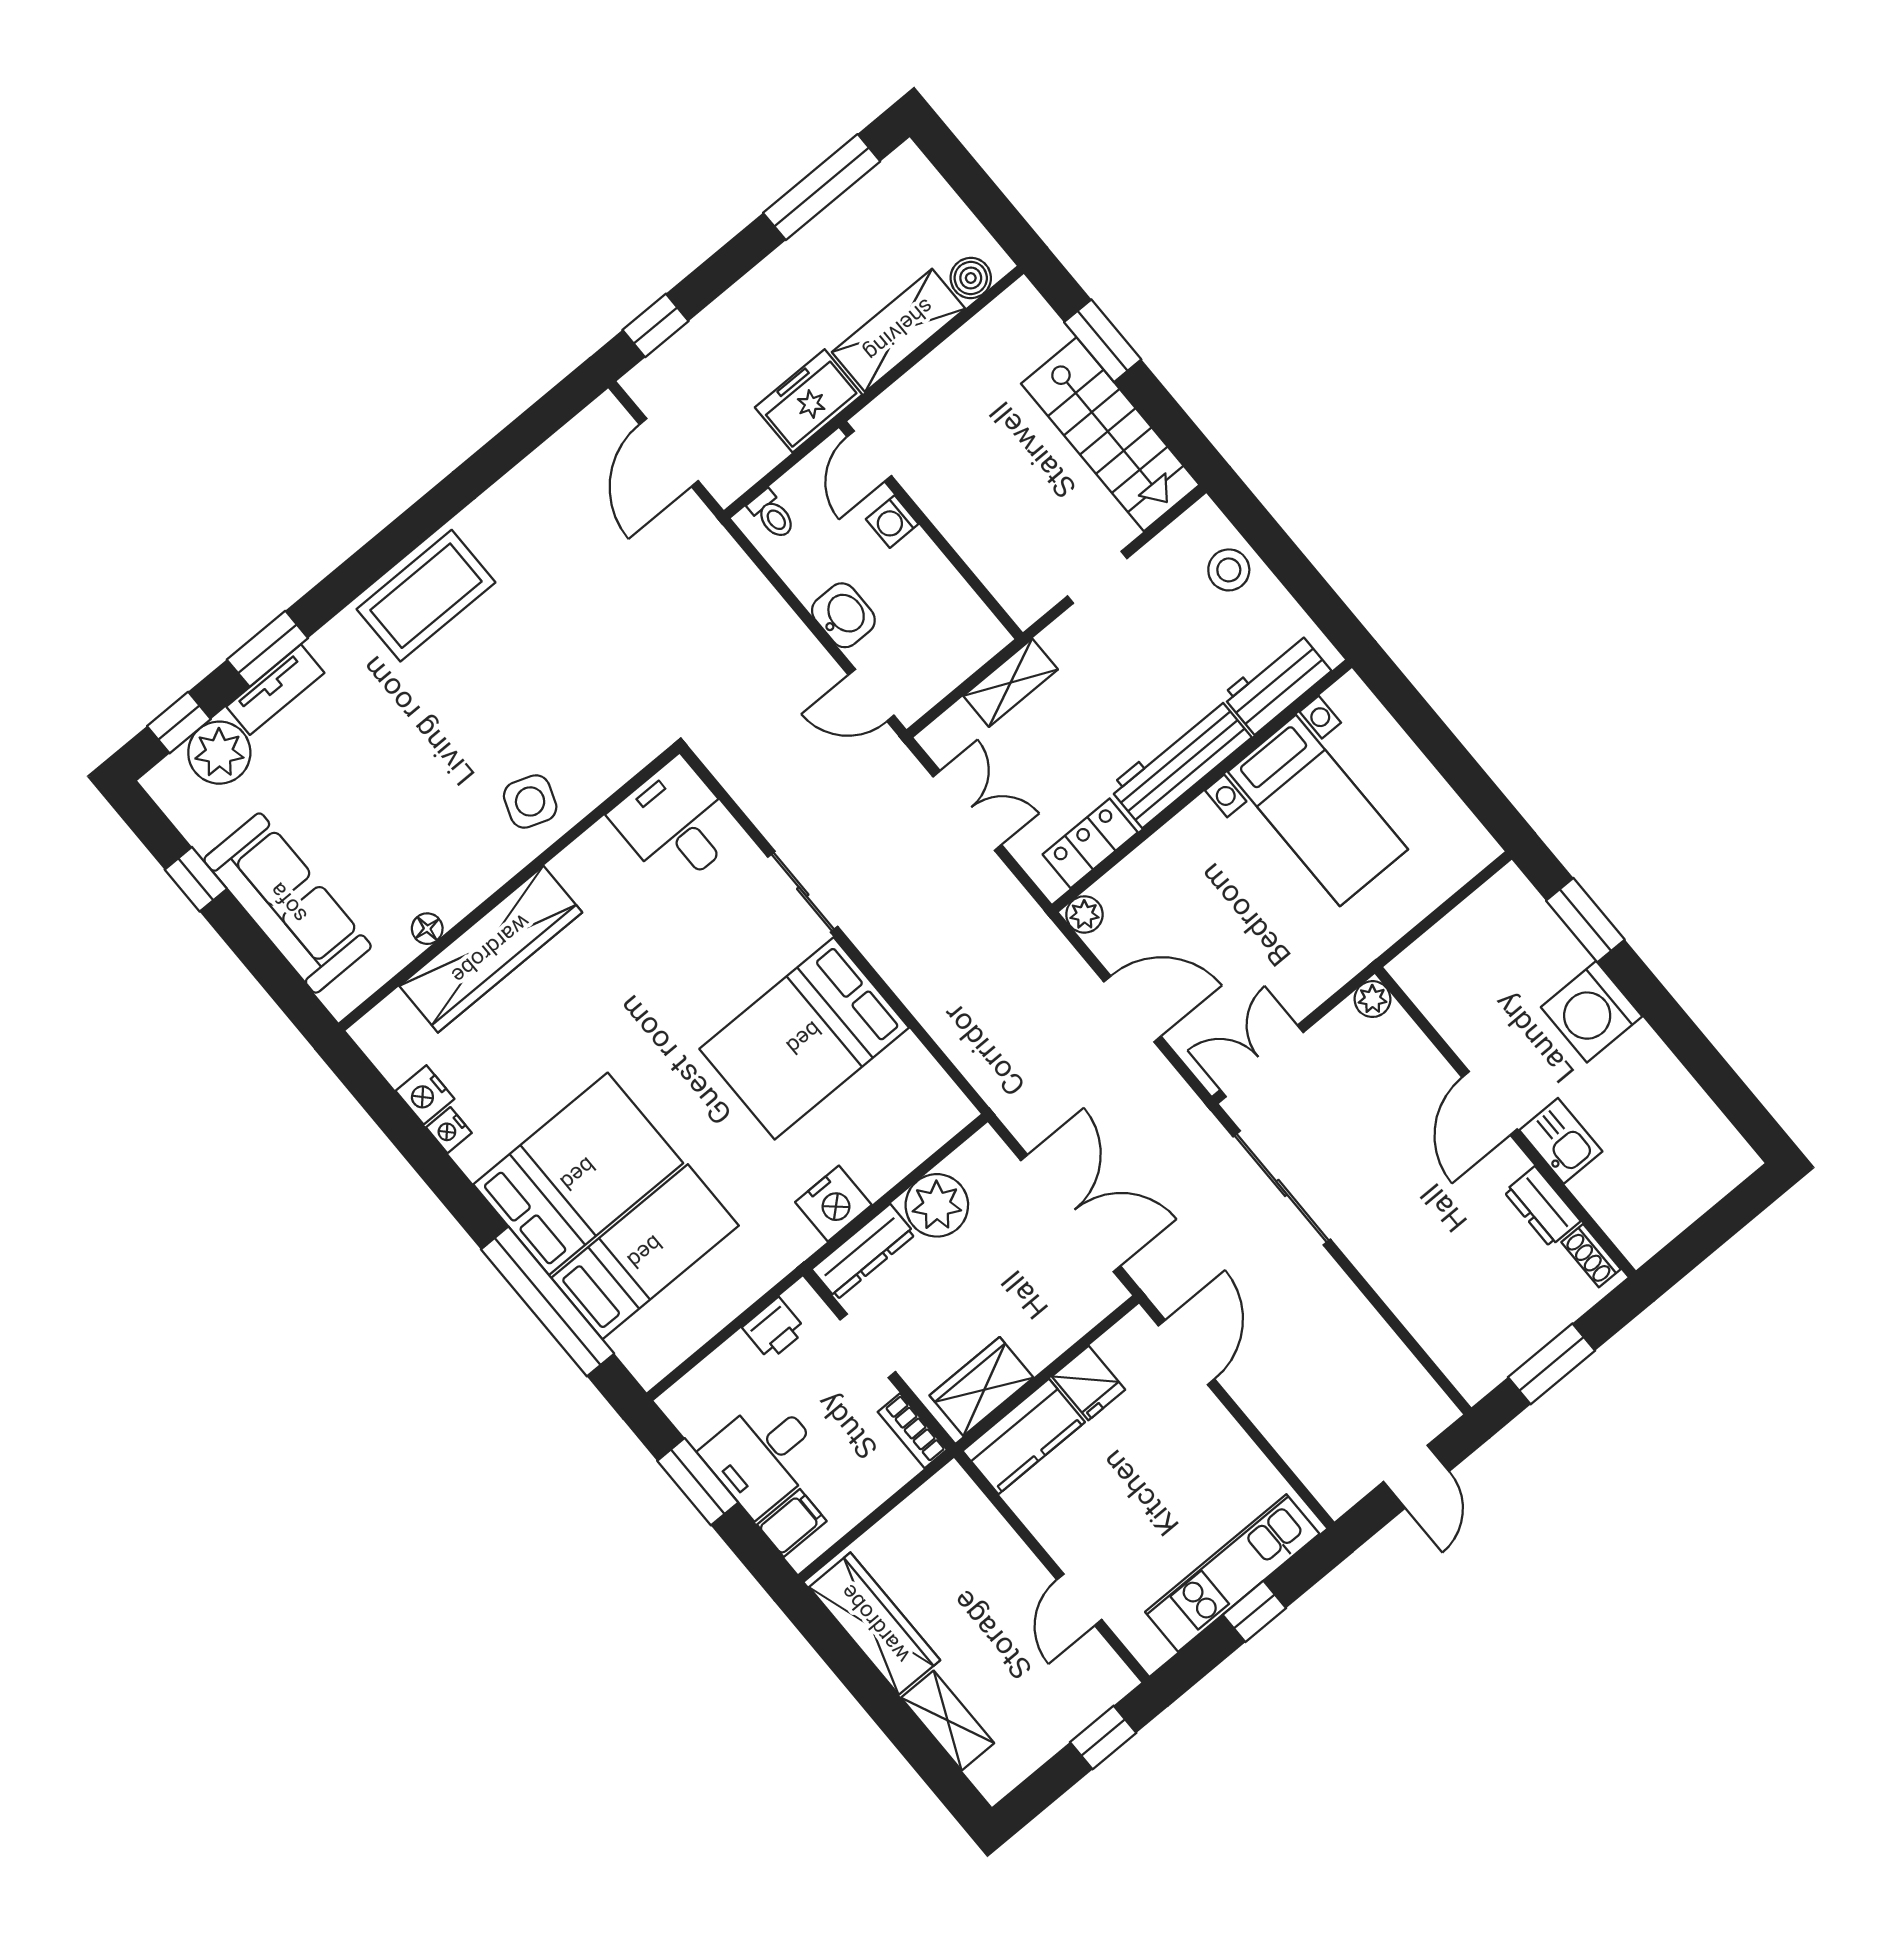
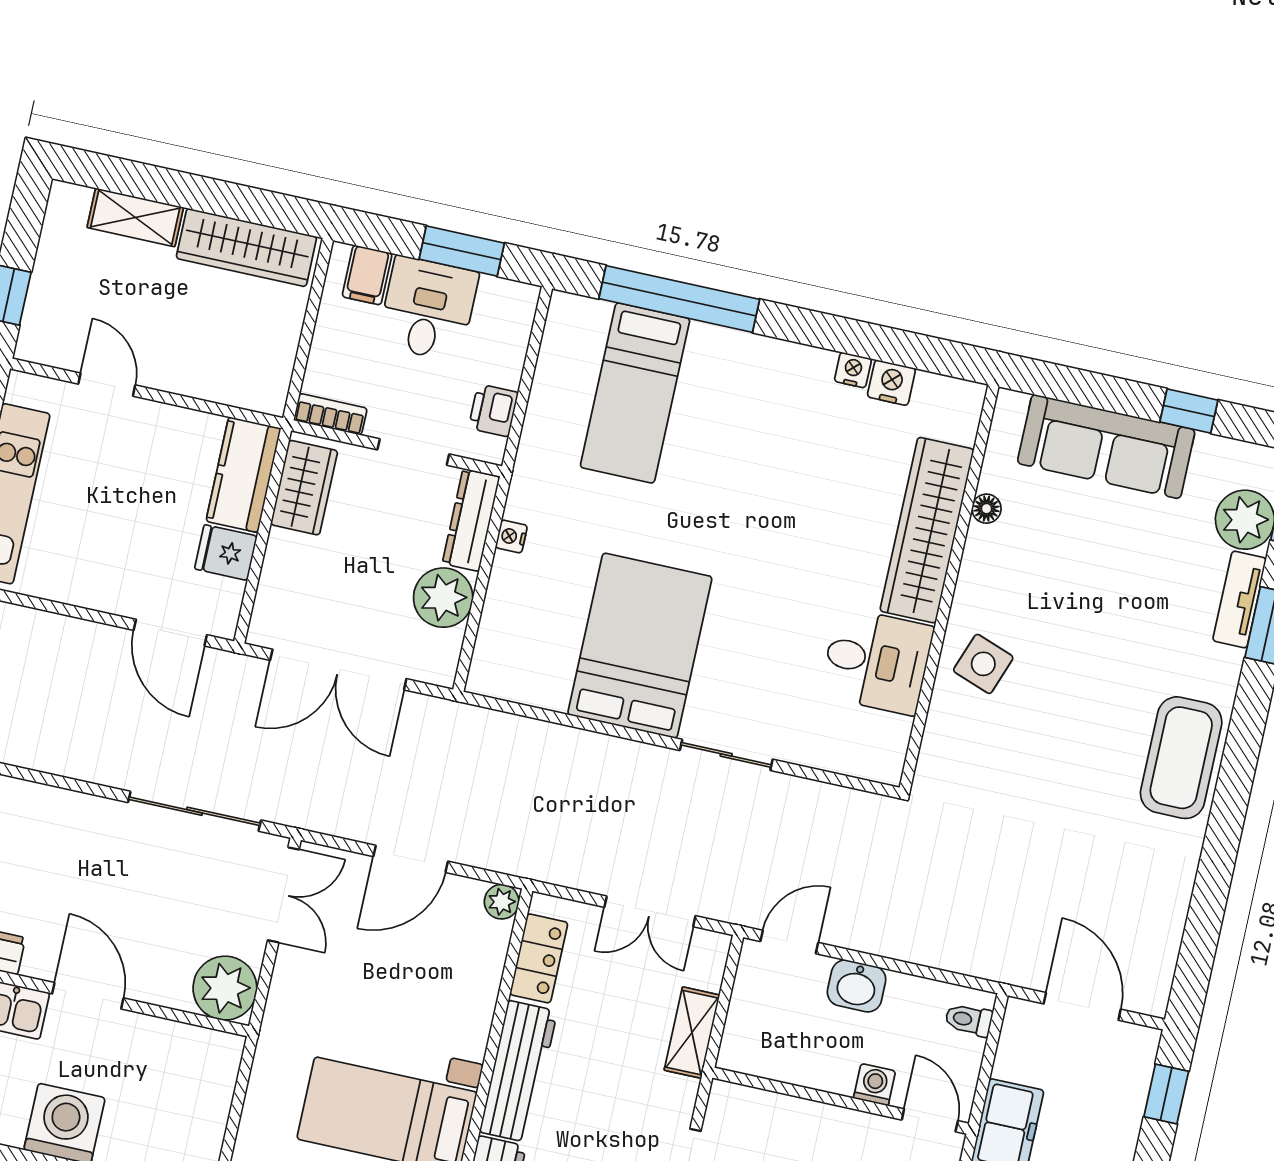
desk: (676, 824) -> (877, 661), moved
plant: (1372, 999) -> (225, 988), width x1.87, depth x1.87
bed: (578, 1174) -> (730, 413), removed
nightstand: (833, 1203) -> (511, 536), width x0.53, depth x0.56

